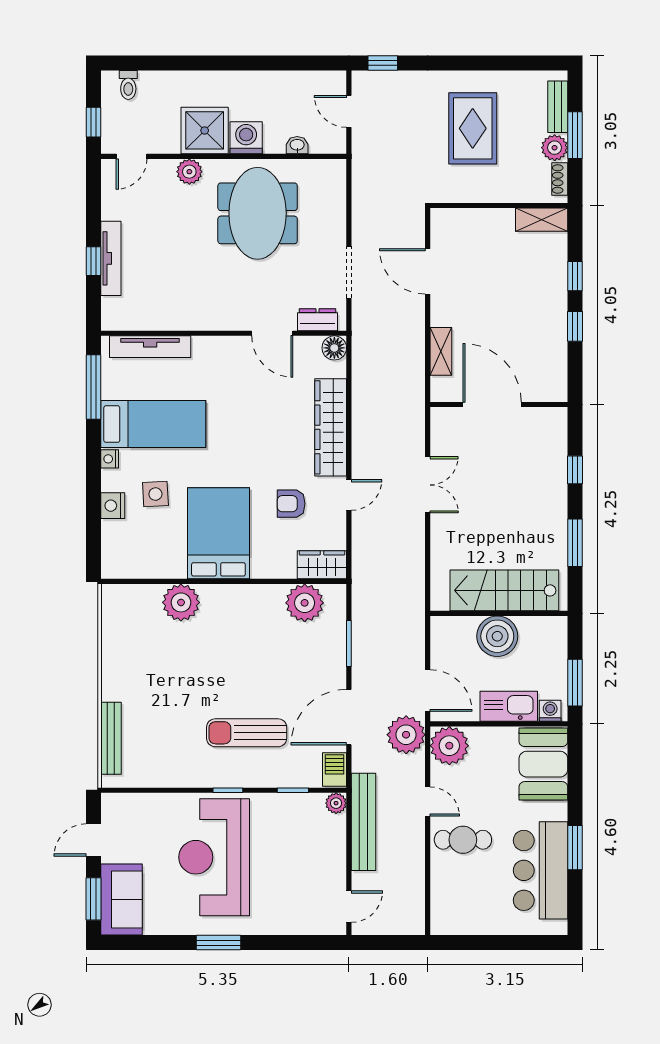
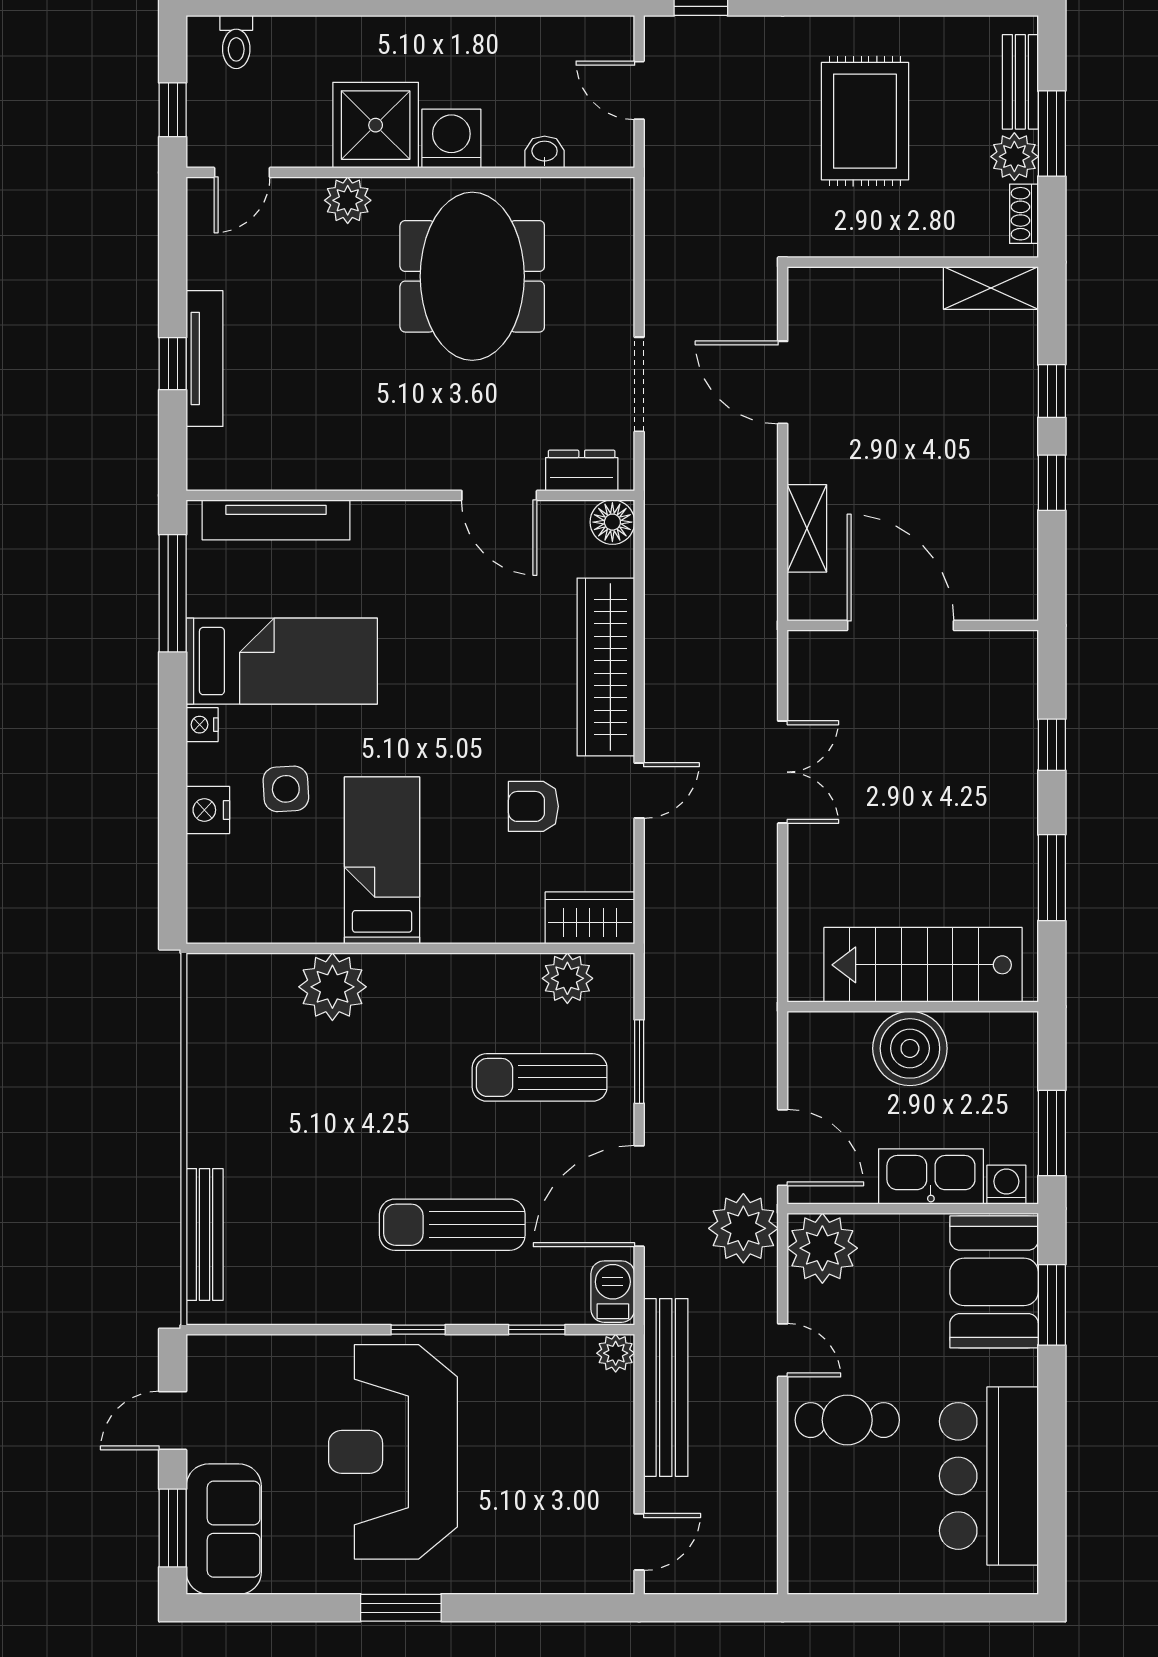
bed: (218, 533) -> (382, 860), width x0.67
plant: (305, 603) -> (567, 978), width x0.73, depth x0.73
sun lounger: (294, 652) -> (540, 1077), added
window: (575, 848) -> (1052, 1305), moved

